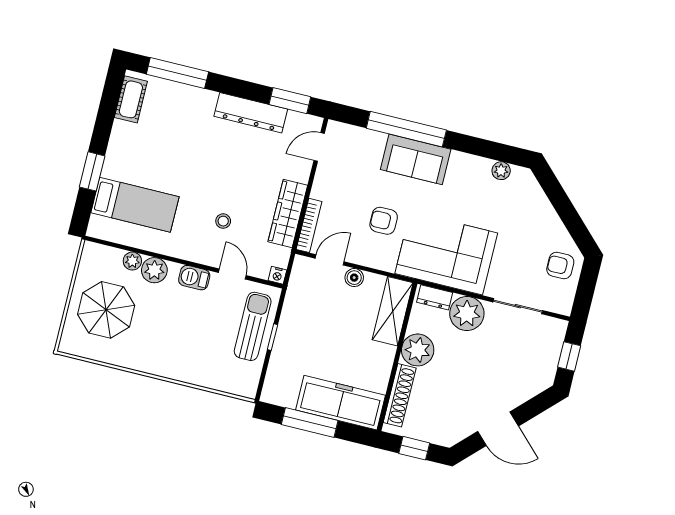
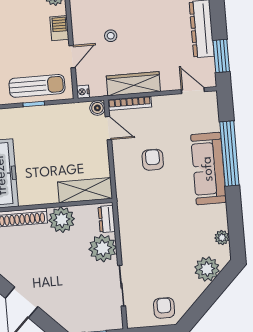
sofa: (416, 159) -> (208, 169), width x1.36
plant: (532, 200) -> (207, 269), added
corner sofa: (446, 253) -> (144, 217), removed
boiler: (354, 278) -> (97, 108), moved

